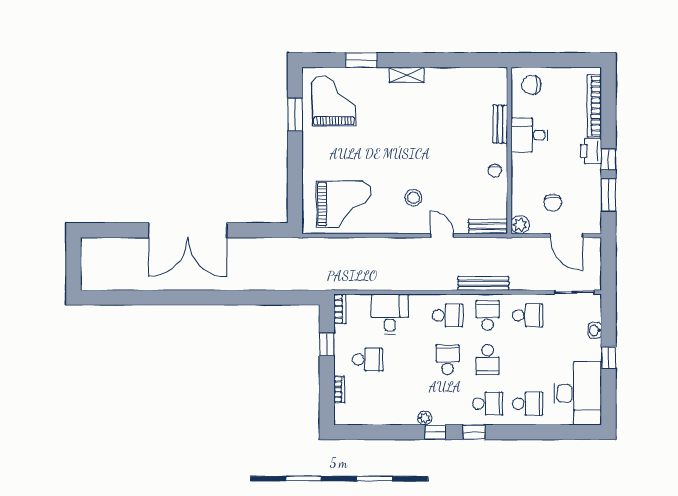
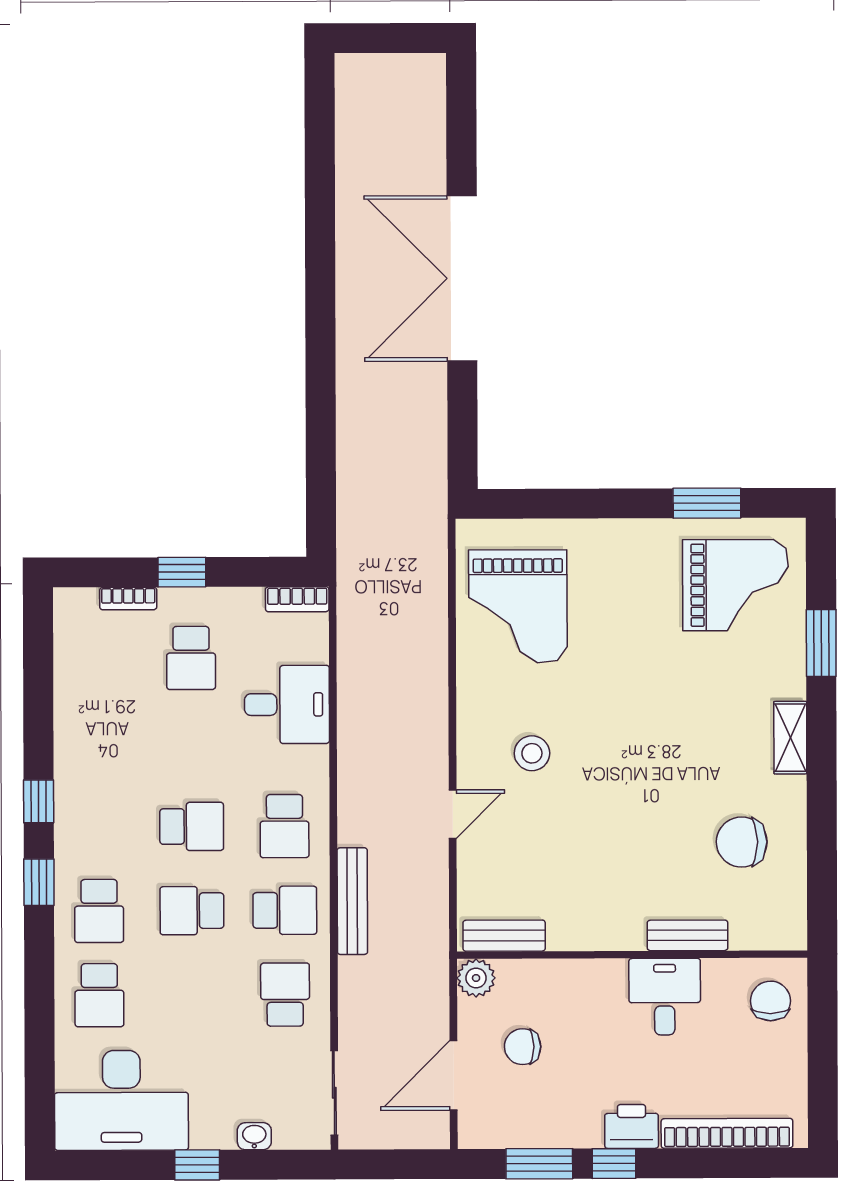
chair: (495, 170) -> (742, 842), moved, width x1.87, depth x1.87
bench: (488, 226) -> (504, 936), moved, turned 90
school desk: (528, 315) -> (285, 995), turned 180
window: (327, 344) -> (182, 572), moved
plant: (425, 418) -> (68, 779), removed

